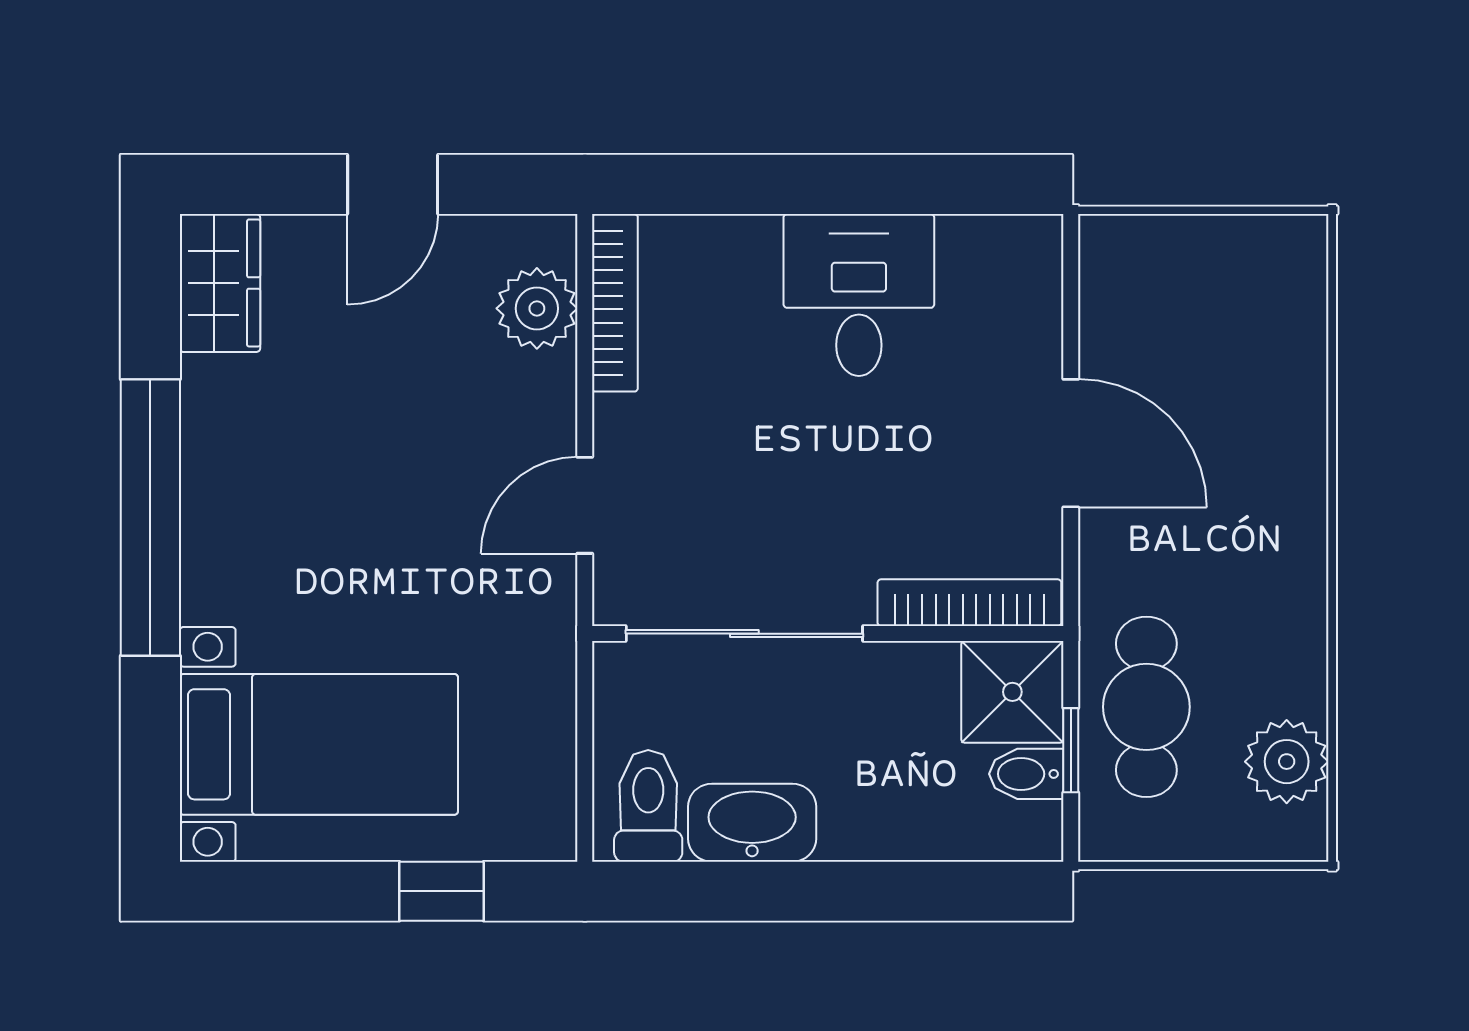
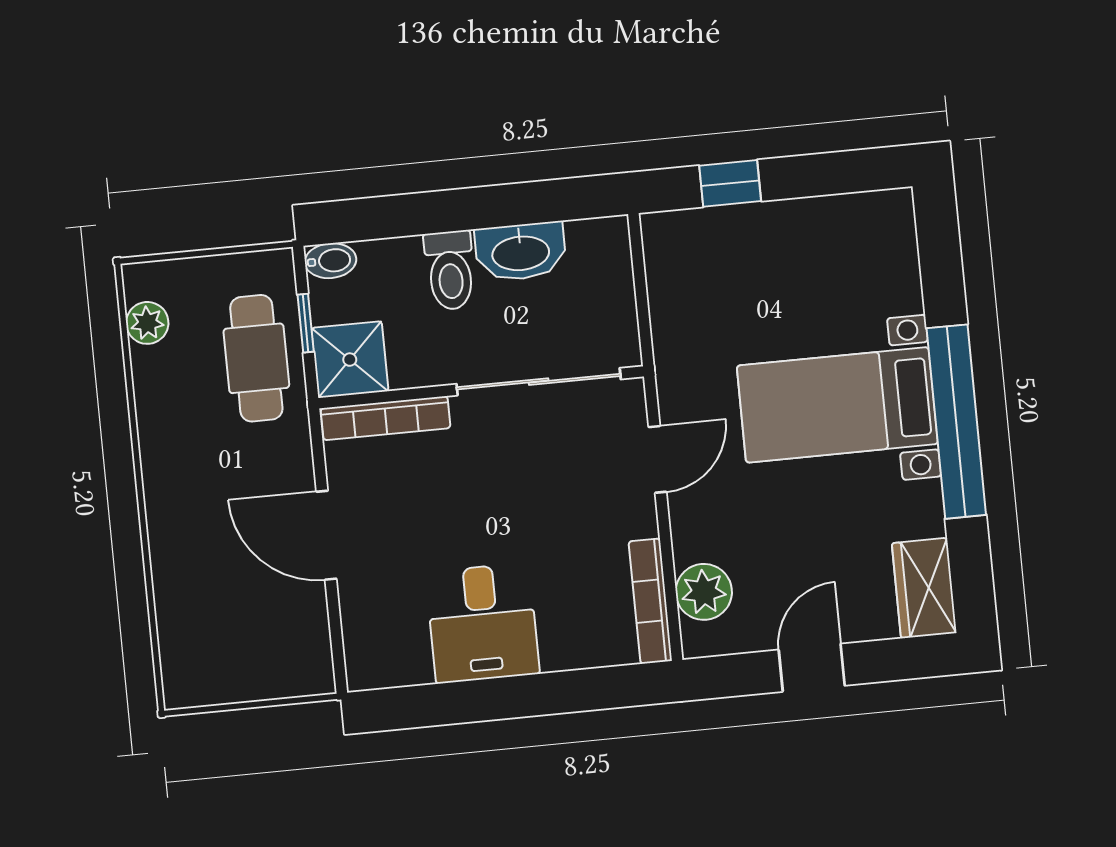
bed with nightstands: (319, 744) -> (837, 405), moved
plant: (1287, 762) -> (147, 323), width x0.73, depth x0.73
bidet: (1026, 774) -> (330, 261), moved
toilet: (648, 806) -> (450, 270), moved

